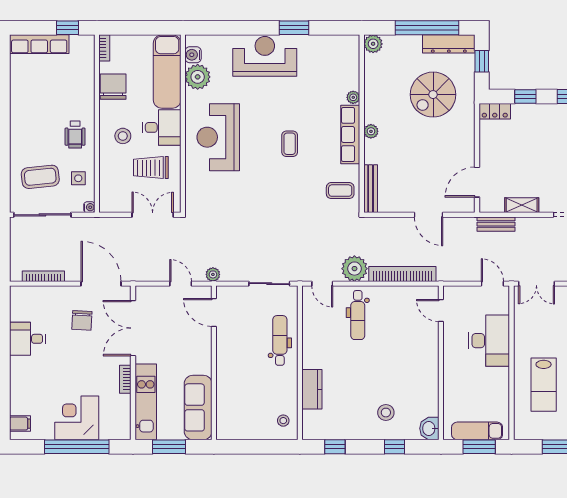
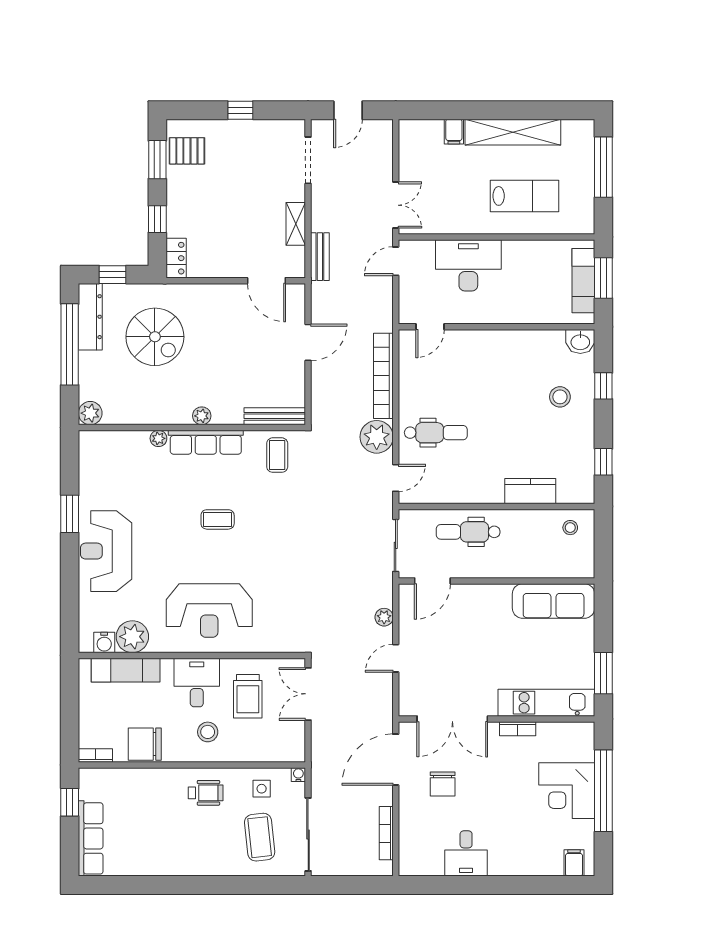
exam couch: (167, 72) -> (126, 670), width x0.73, depth x0.69
door: (214, 312) -> (432, 581), moved
chair: (82, 320) -> (443, 784), turned 87
wall: (214, 363) -> (496, 581), moved
sofa: (198, 407) -> (554, 601), moved

